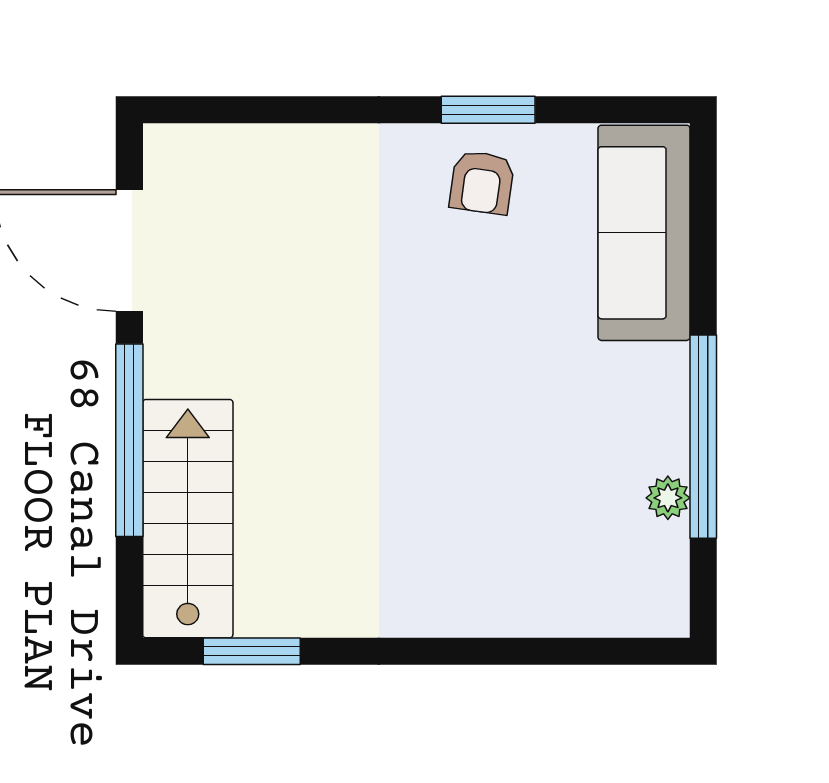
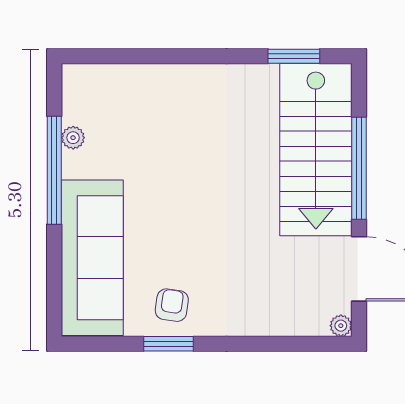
plant: (163, 144) -> (341, 326), added
sofa: (644, 233) -> (92, 258), width x1.36, depth x1.27
stairs: (188, 519) -> (316, 150), width x1.36, depth x1.51

